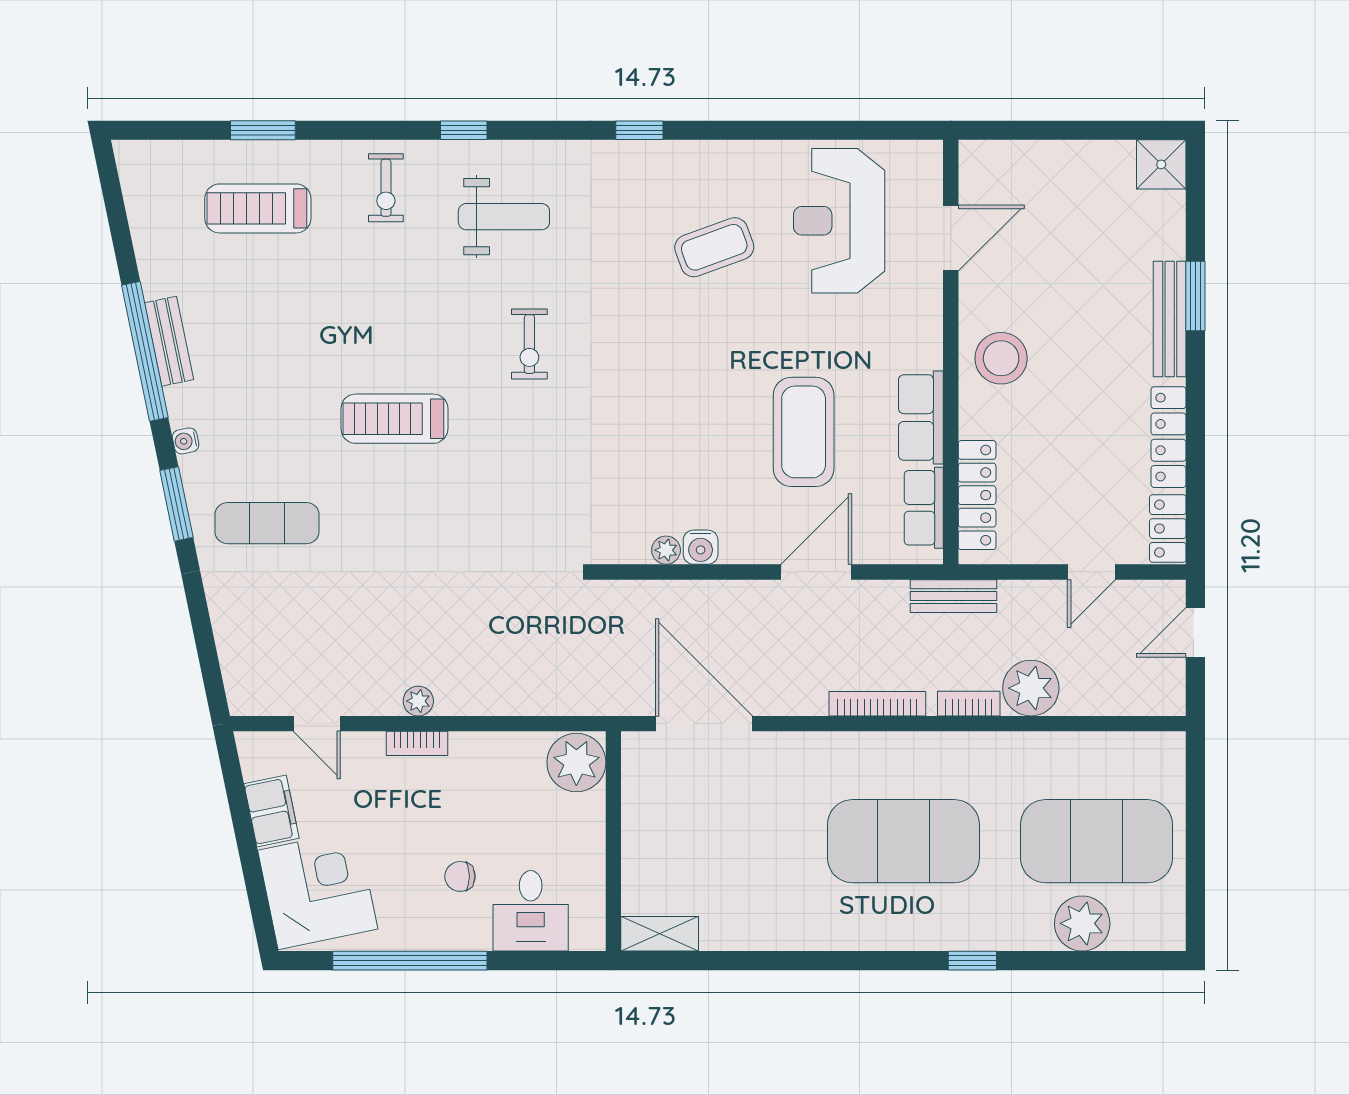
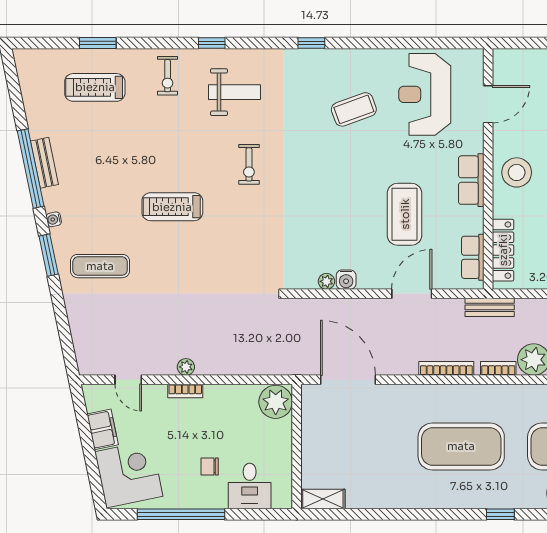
row of seats: (921, 418) -> (471, 180), moved

